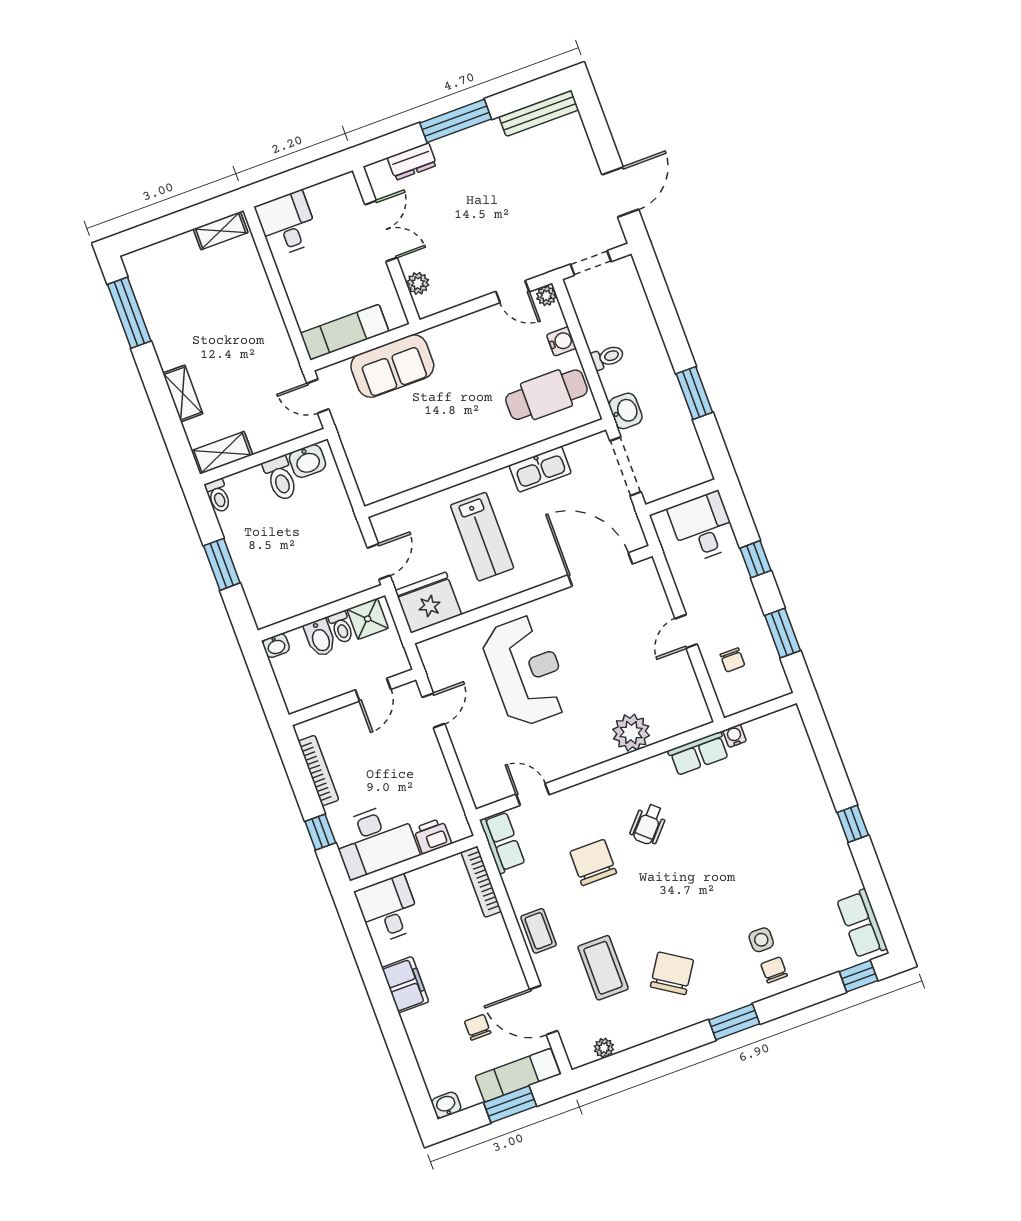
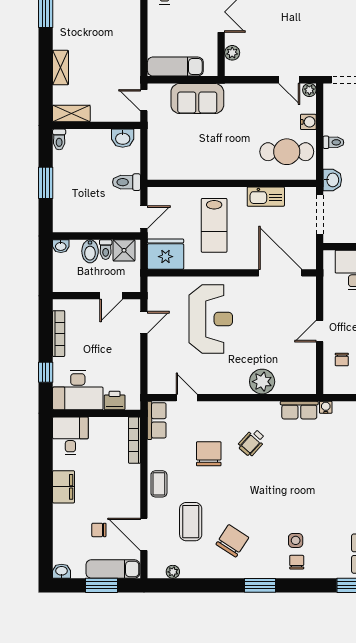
toilet: (280, 478) -> (127, 182), moved, turned 90
chair: (478, 1027) -> (99, 530), turned -90

